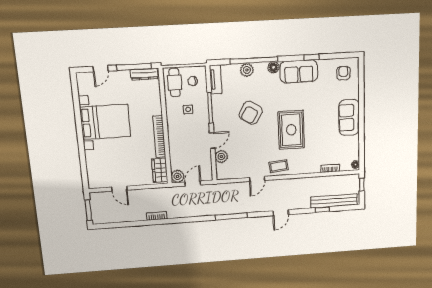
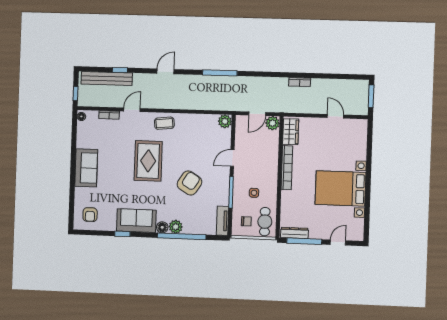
plant: (247, 70) -> (176, 227), moved
plant: (221, 157) -> (225, 121), moved
door: (257, 179) -> (132, 110), moved

